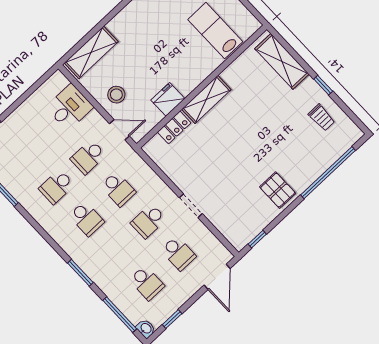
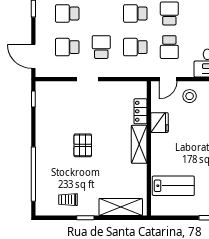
school desk: (88, 157) -> (169, 47), turned 180
pallet: (278, 190) -> (83, 145), moved, turned 90

